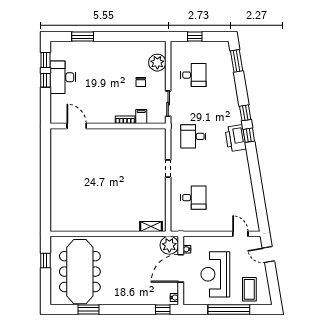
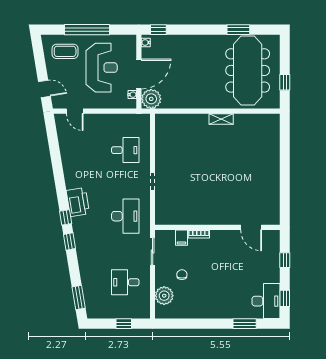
desk: (63, 77) -> (266, 301), moved
window: (45, 80) -> (285, 260), moved
desk: (193, 136) -> (125, 216), width x1.37
printer: (236, 138) -> (78, 202), moved
desk: (193, 198) -> (125, 150), turned 180
shelving: (151, 227) -> (221, 119), moved
coffee table: (249, 289) -> (65, 51), turned 90

